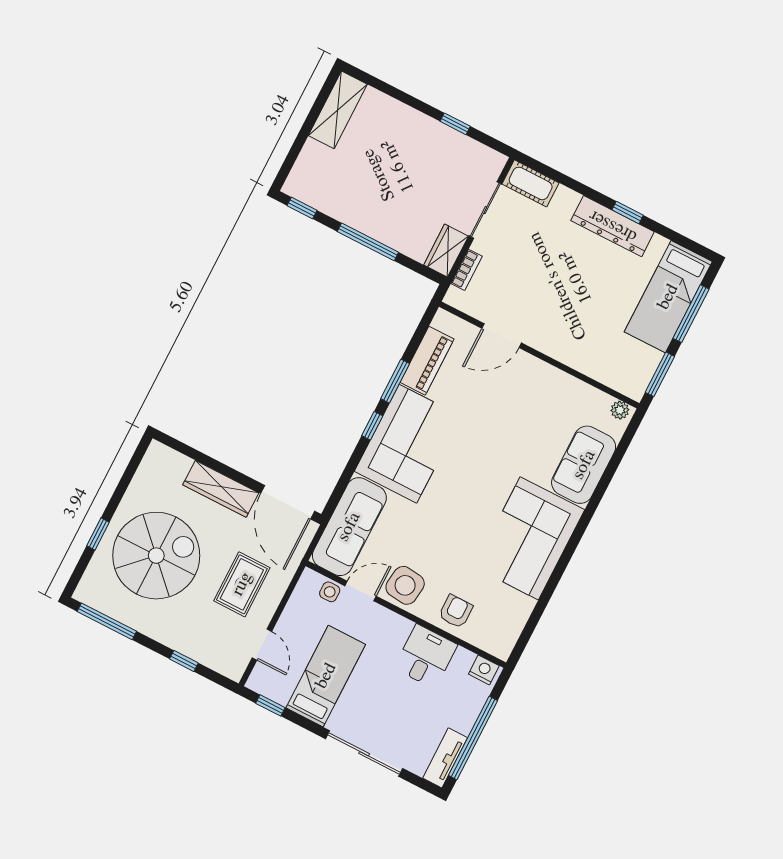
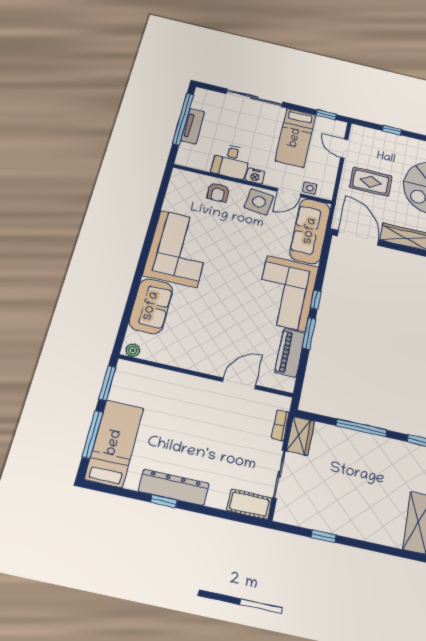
rug: (242, 584) -> (371, 182), turned 90
nightstand: (484, 670) -> (255, 176), moved
tv unit: (445, 758) -> (193, 126), moved

